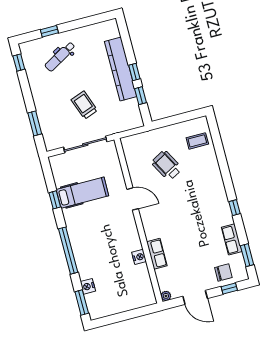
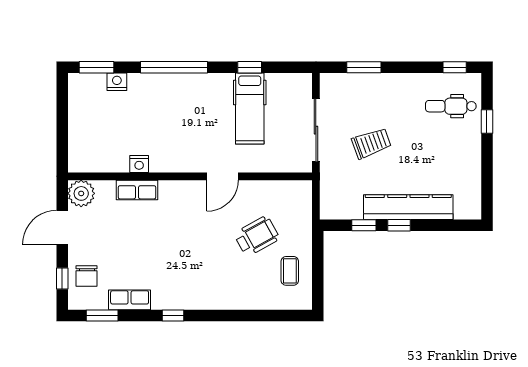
dental chair: (60, 56) -> (451, 106), moved, turned -60
coffee table: (197, 141) -> (290, 271), moved
plant: (166, 296) -> (81, 193), width x1.88, depth x1.88

